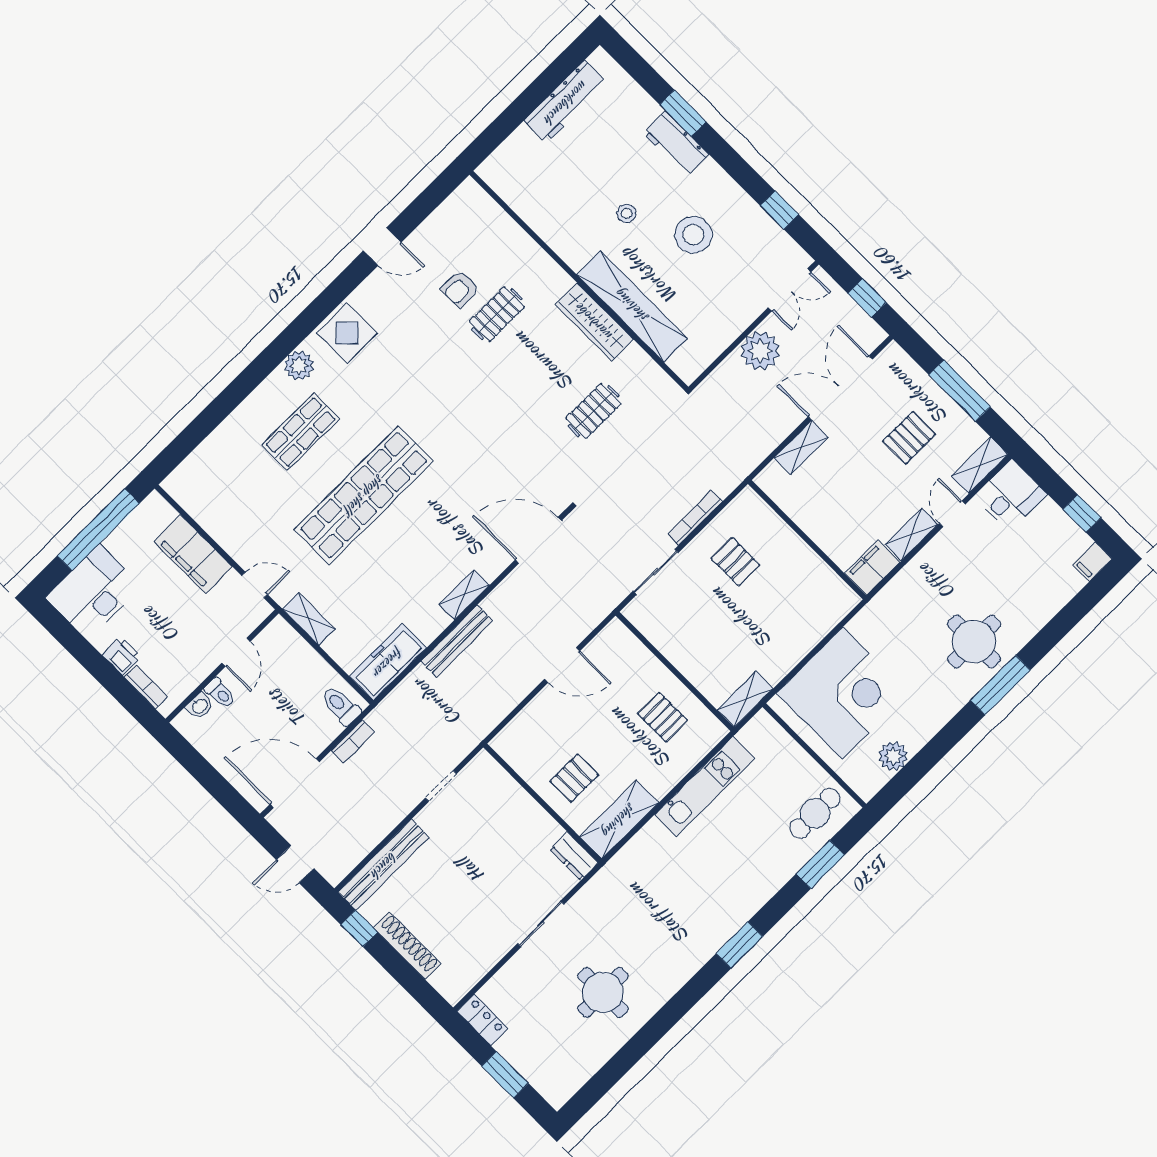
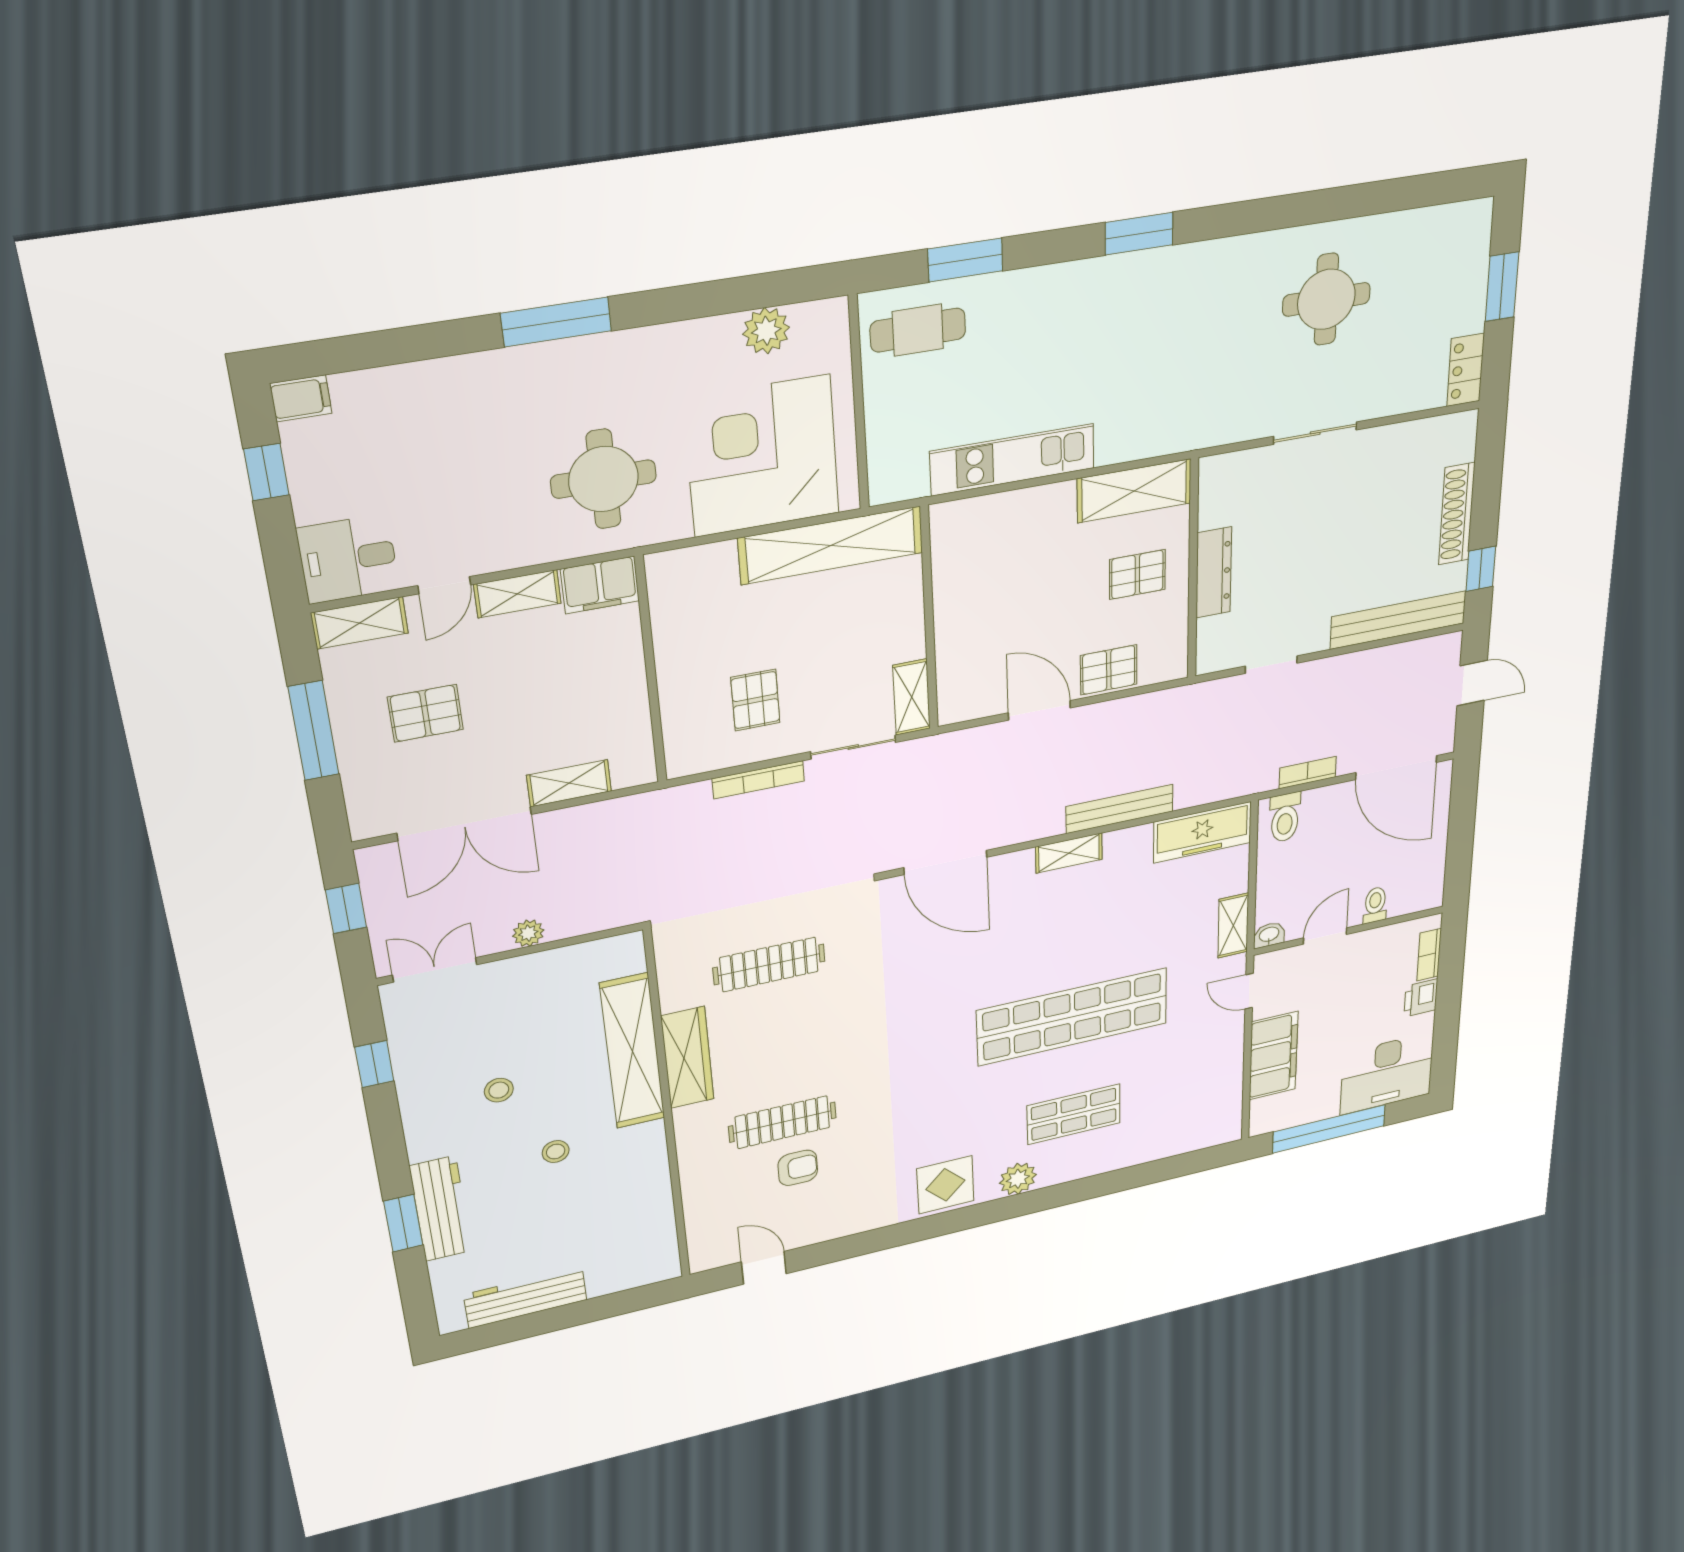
workbench: (676, 144) -> (441, 1209), width x1.38
stool: (693, 235) -> (499, 1090), width x0.53, depth x0.53
door: (382, 247) -> (764, 1268), moved
clothes rail: (497, 314) -> (782, 1122), width x1.36
plant: (760, 351) -> (528, 933), width x0.53, depth x0.53
clothes rail: (594, 411) -> (769, 965), width x1.36
shelving: (646, 622) -> (912, 697), added
round table: (974, 641) -> (603, 479), moved
shelving: (745, 699) -> (831, 545), width x2.20, depth x1.33
washbasin: (200, 706) -> (1269, 935), moved
pallet: (663, 717) -> (1109, 670), moved, turned 90
dresser: (574, 856) -> (1214, 573), moved, width x1.44

